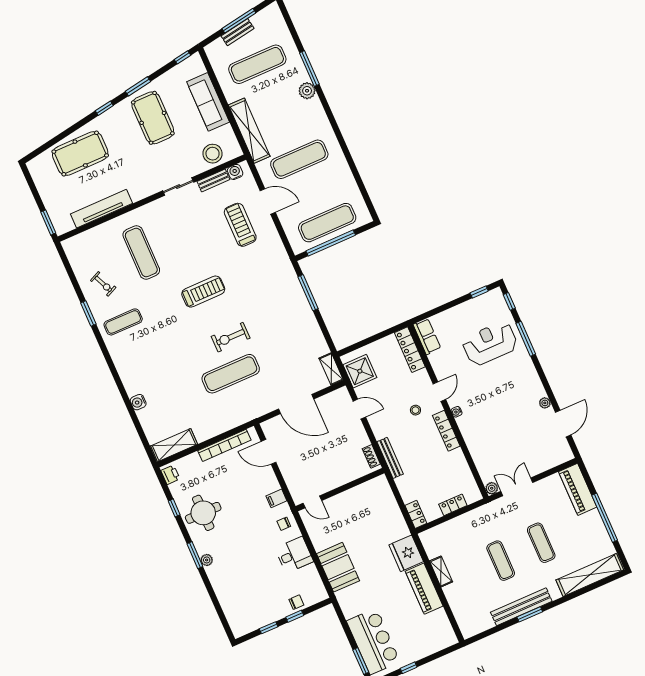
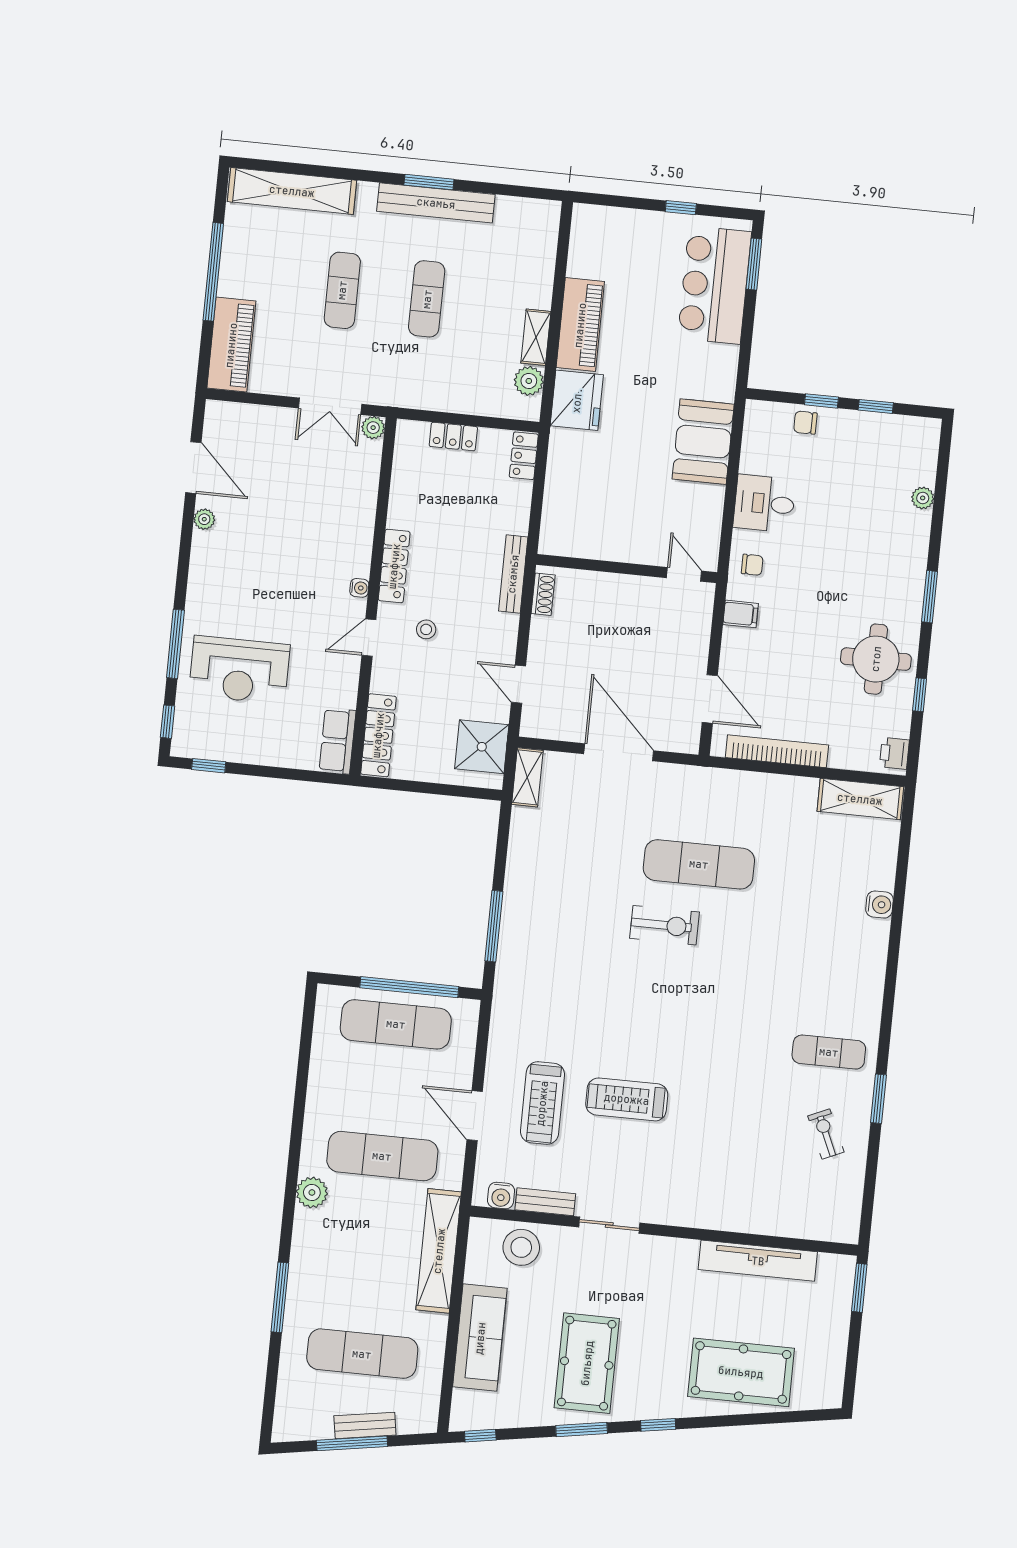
plant: (307, 91) -> (312, 1192), moved
exercise mat: (141, 252) -> (733, 1150), removed
treadmill: (203, 292) -> (627, 1099), moved
door: (563, 424) -> (193, 468), swing flipped
plant: (433, 550) -> (529, 381), added
plant: (207, 560) -> (923, 498), moved

